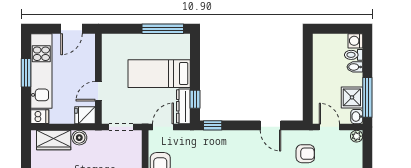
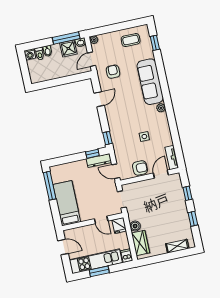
bed: (159, 74) -> (67, 203), moved, turned 180

